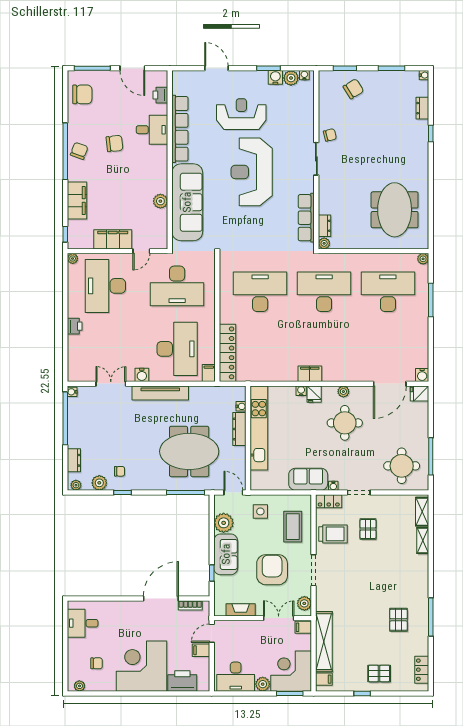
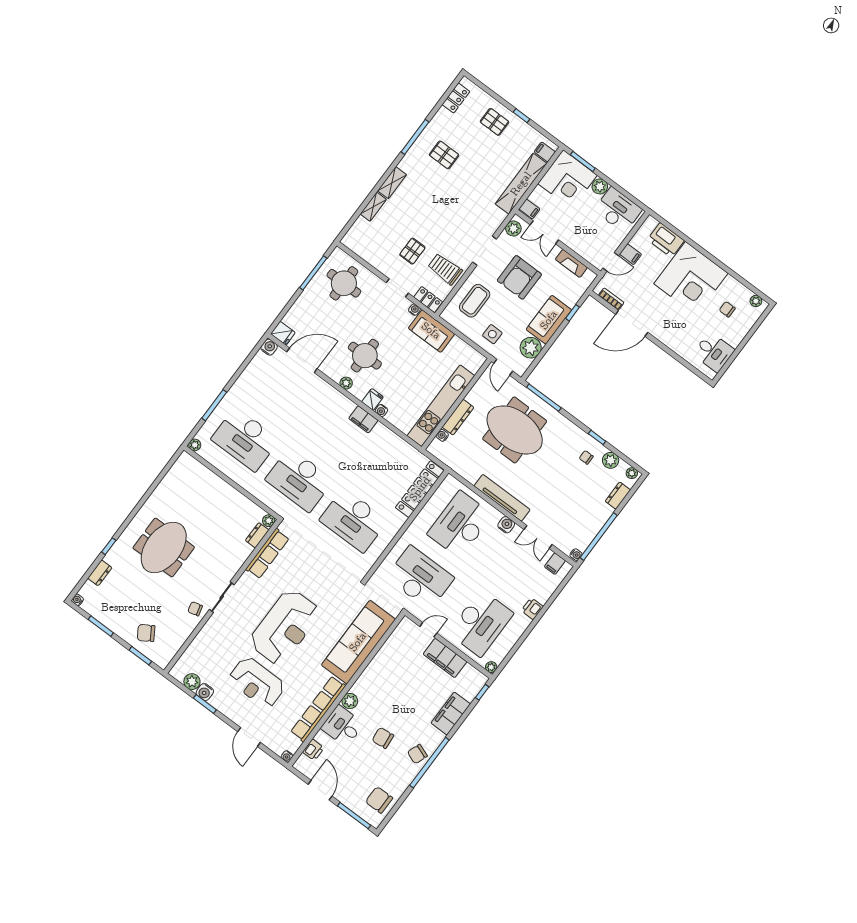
water cooler: (304, 75) -> (287, 756), moved
plant: (160, 201) -> (350, 701), moved
meeting table: (395, 210) -> (164, 547), moved
filing cabinet: (209, 373) -> (555, 564), moved
shelving: (422, 512) -> (392, 183), moved
pallet: (398, 620) -> (444, 155), turned 90

